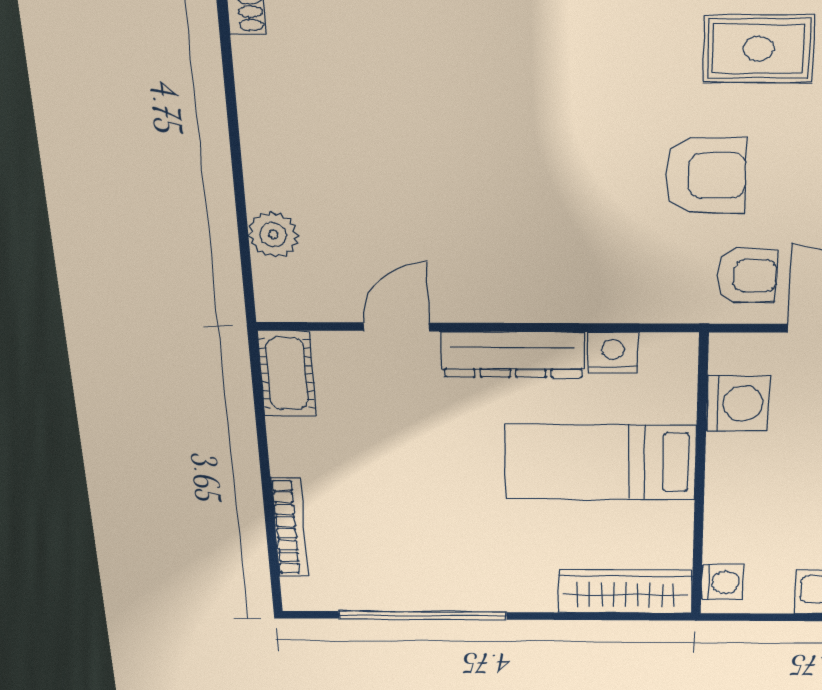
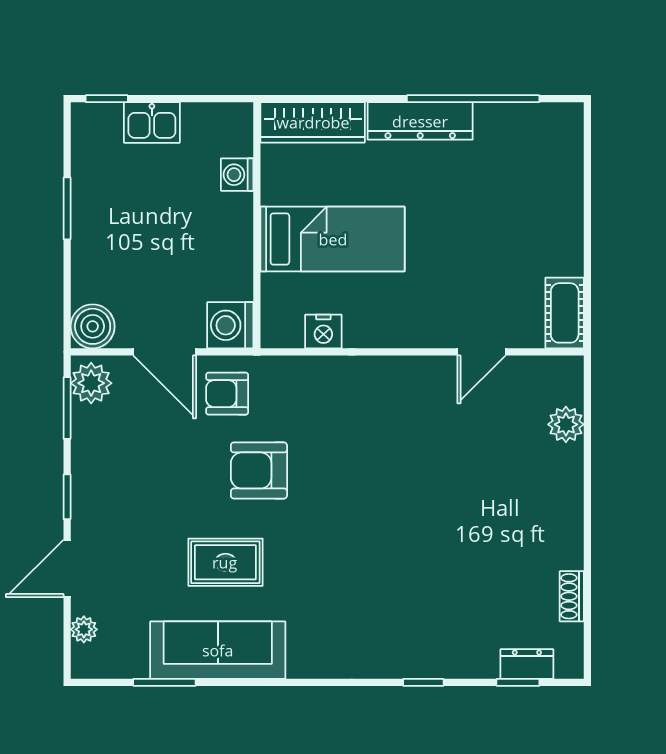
dresser: (513, 355) -> (420, 121), moved, turned 180
washing machine: (738, 404) -> (230, 325), moved
bookcase: (290, 527) -> (573, 180), removed
washing machine: (722, 582) -> (237, 175), moved

